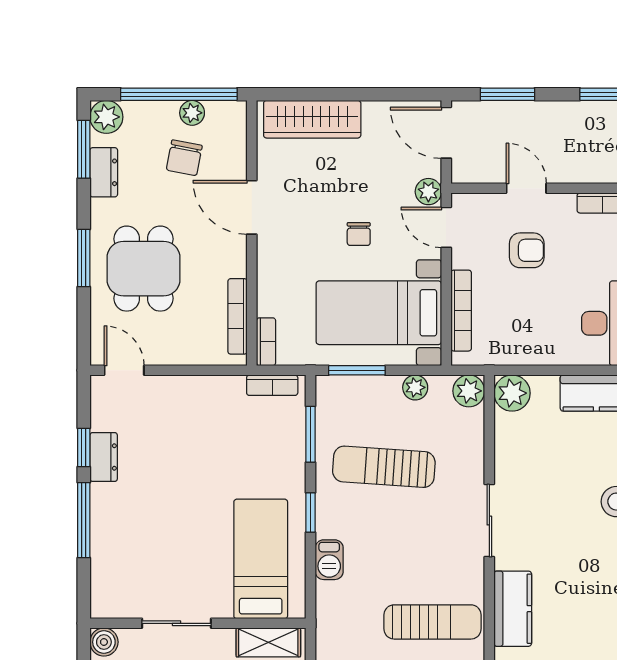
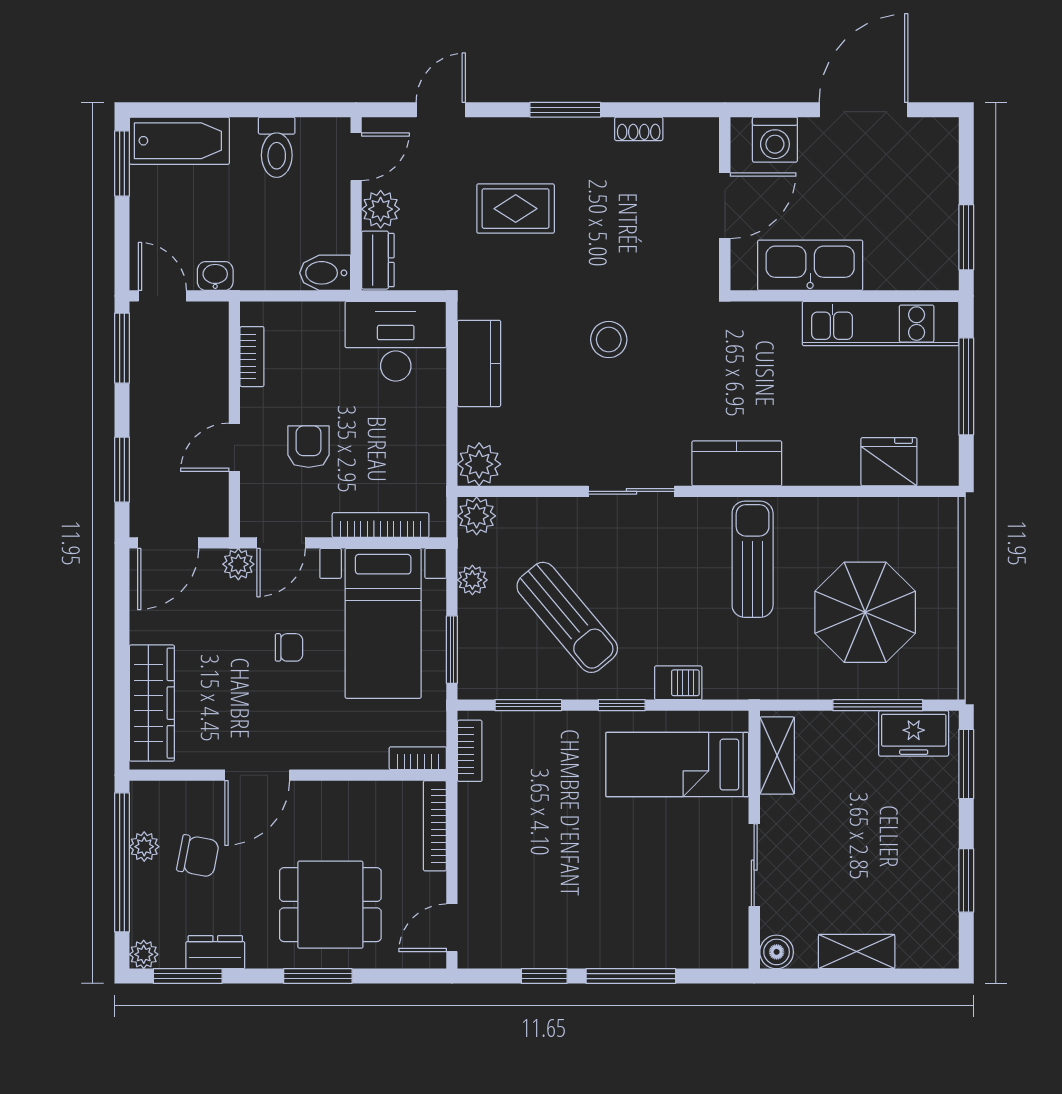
plant: (106, 117) -> (144, 954), width x0.73, depth x0.73
bookcase: (238, 316) -> (435, 826), moved, turned 90
dresser: (104, 457) -> (556, 952), removed
sun lounger: (384, 467) -> (567, 617), turned -44

